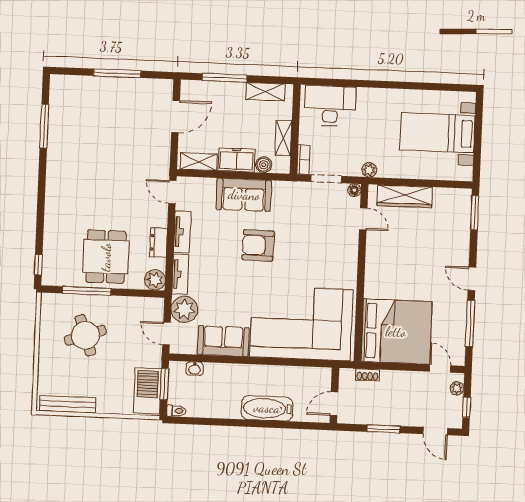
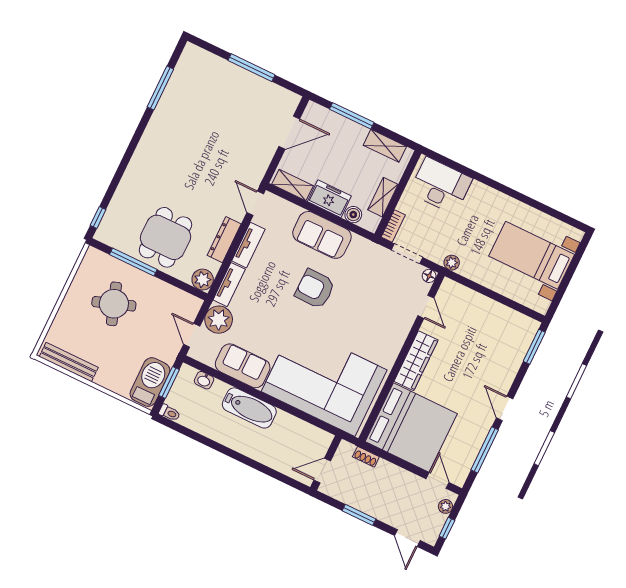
wardrobe: (405, 196) -> (416, 361), moved, turned -90
dresser: (158, 243) -> (224, 240), width x1.44
bathtub: (267, 408) -> (249, 408), moved, turned 180

